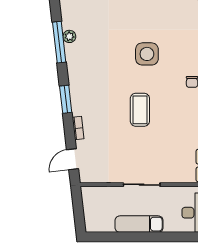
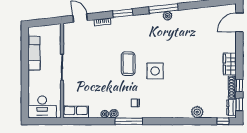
coffee table: (140, 110) -> (128, 64), moved, turned 90
exam couch: (139, 224) -> (34, 53), moved

